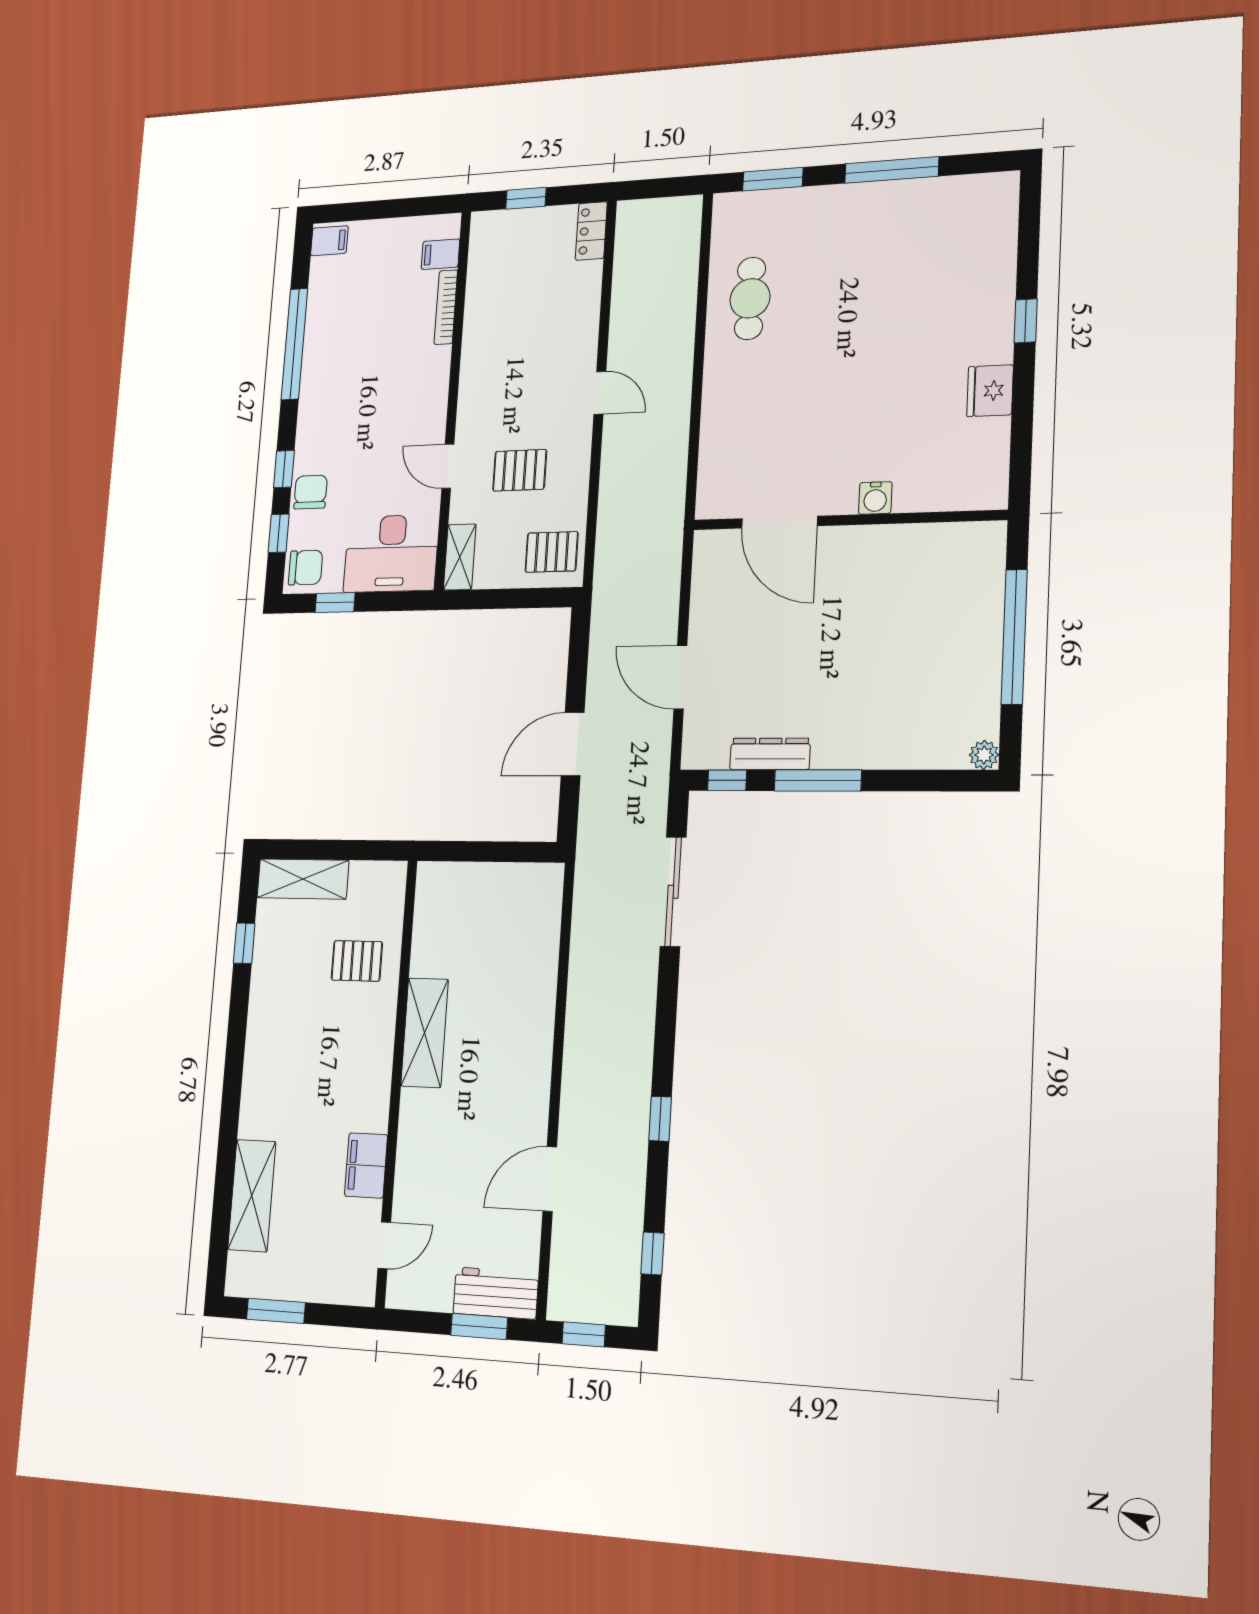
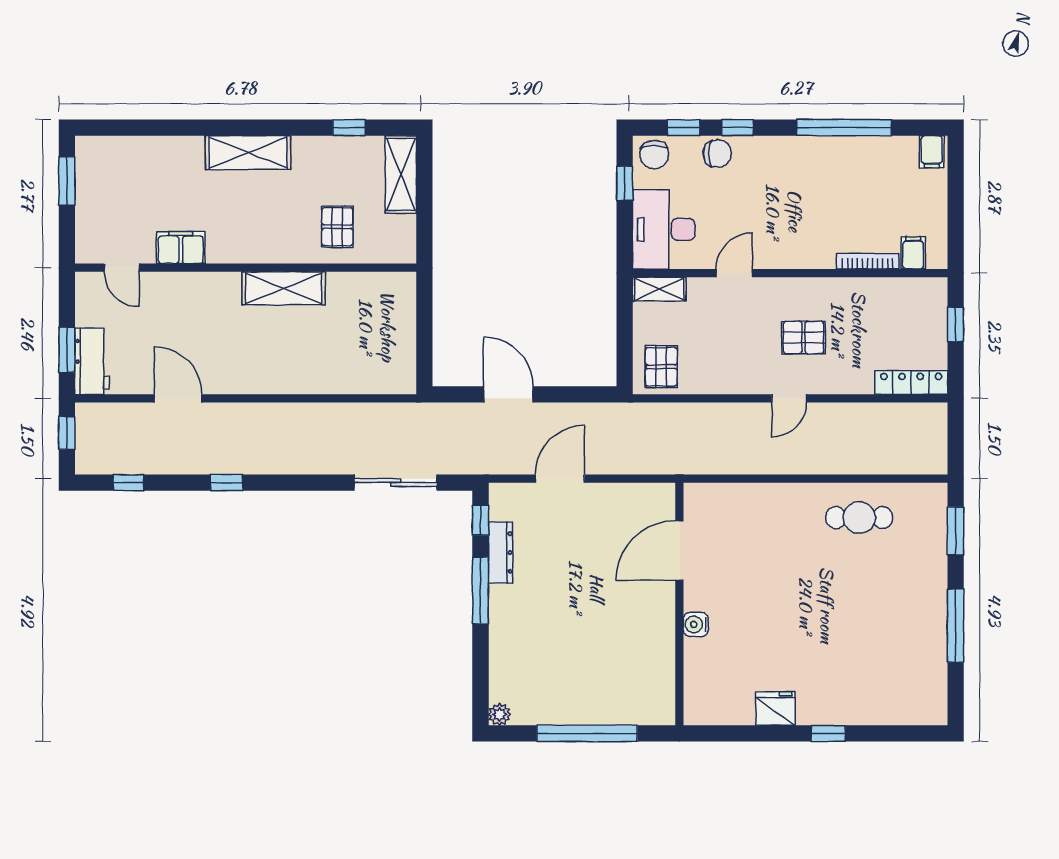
locker: (591, 231) -> (911, 382), width x1.53
pallet: (520, 470) -> (803, 338), moved, turned 90
shelving: (252, 1196) -> (248, 153), moved

